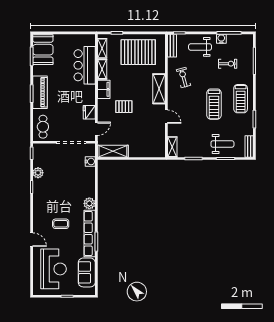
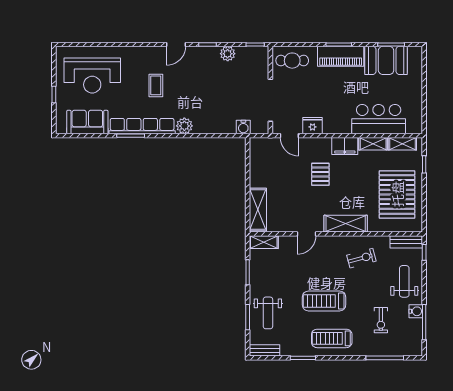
booth: (43, 50) -> (386, 60), moved
shelving: (113, 151) -> (258, 210), moved
door: (32, 240) -> (176, 44), moved

